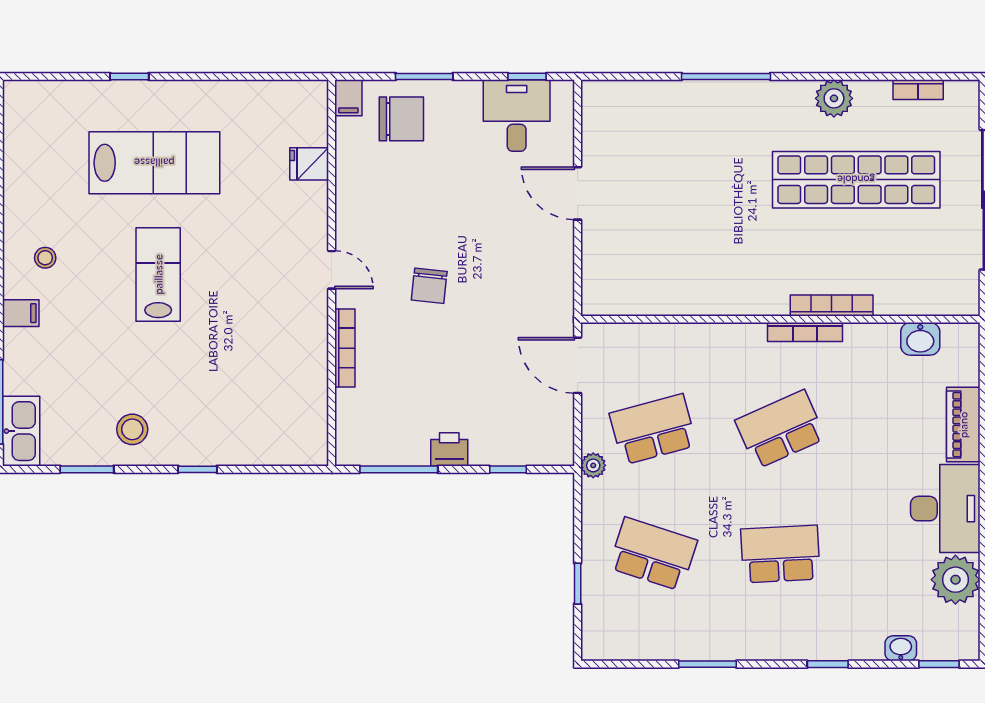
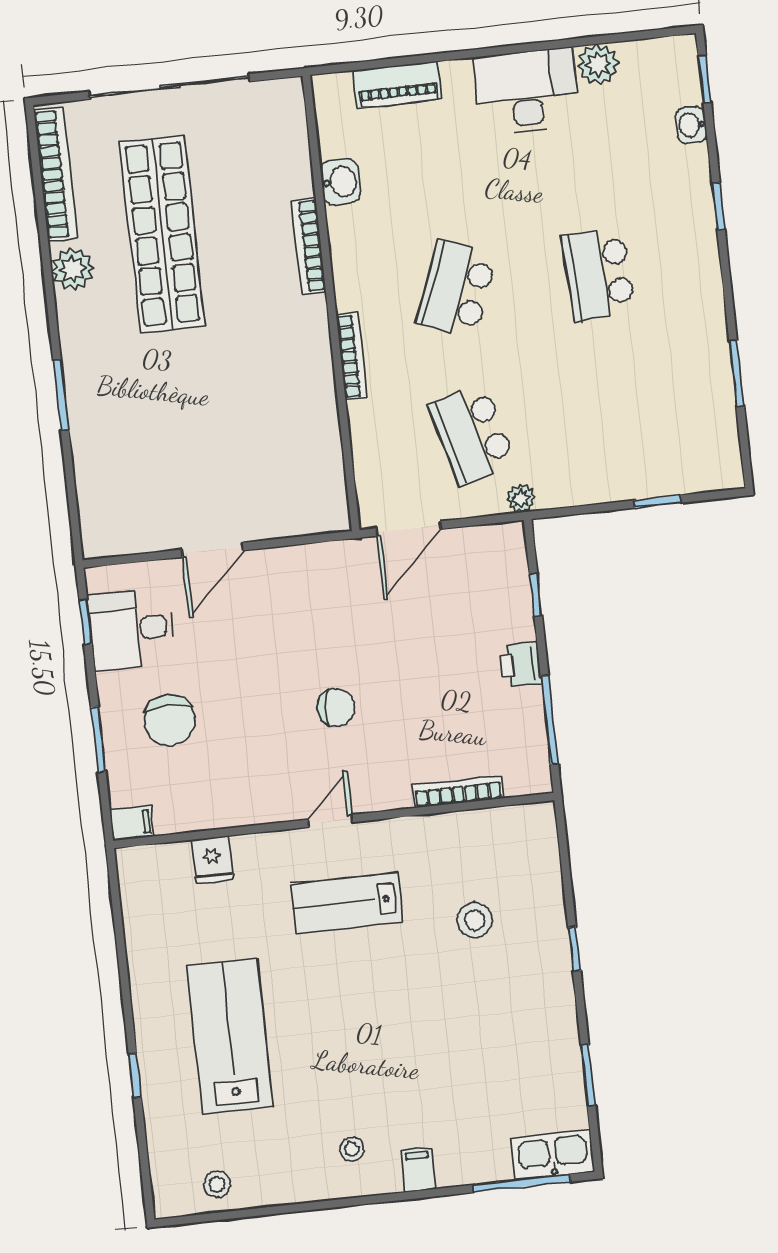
window: (726, 77) -> (61, 395), width x0.69
bookcase: (918, 90) -> (56, 174), width x2.31, depth x1.31
chair: (401, 119) -> (170, 720), moved, turned 180
stool: (27, 138) -> (217, 1184), added
lab bench: (158, 274) -> (347, 903), moved
bookcase: (805, 332) -> (351, 356), moved
washbasin: (920, 339) -> (340, 182), moved
bookcase: (345, 348) -> (458, 792), moved
piano: (963, 425) -> (397, 85), moved
stool: (132, 429) -> (475, 920), moved
school desk: (780, 429) -> (457, 289), turned 45
school desk: (653, 554) -> (614, 419), removed
plant: (955, 580) -> (598, 64), width x0.73, depth x0.73
window: (707, 664) -> (737, 373), moved

